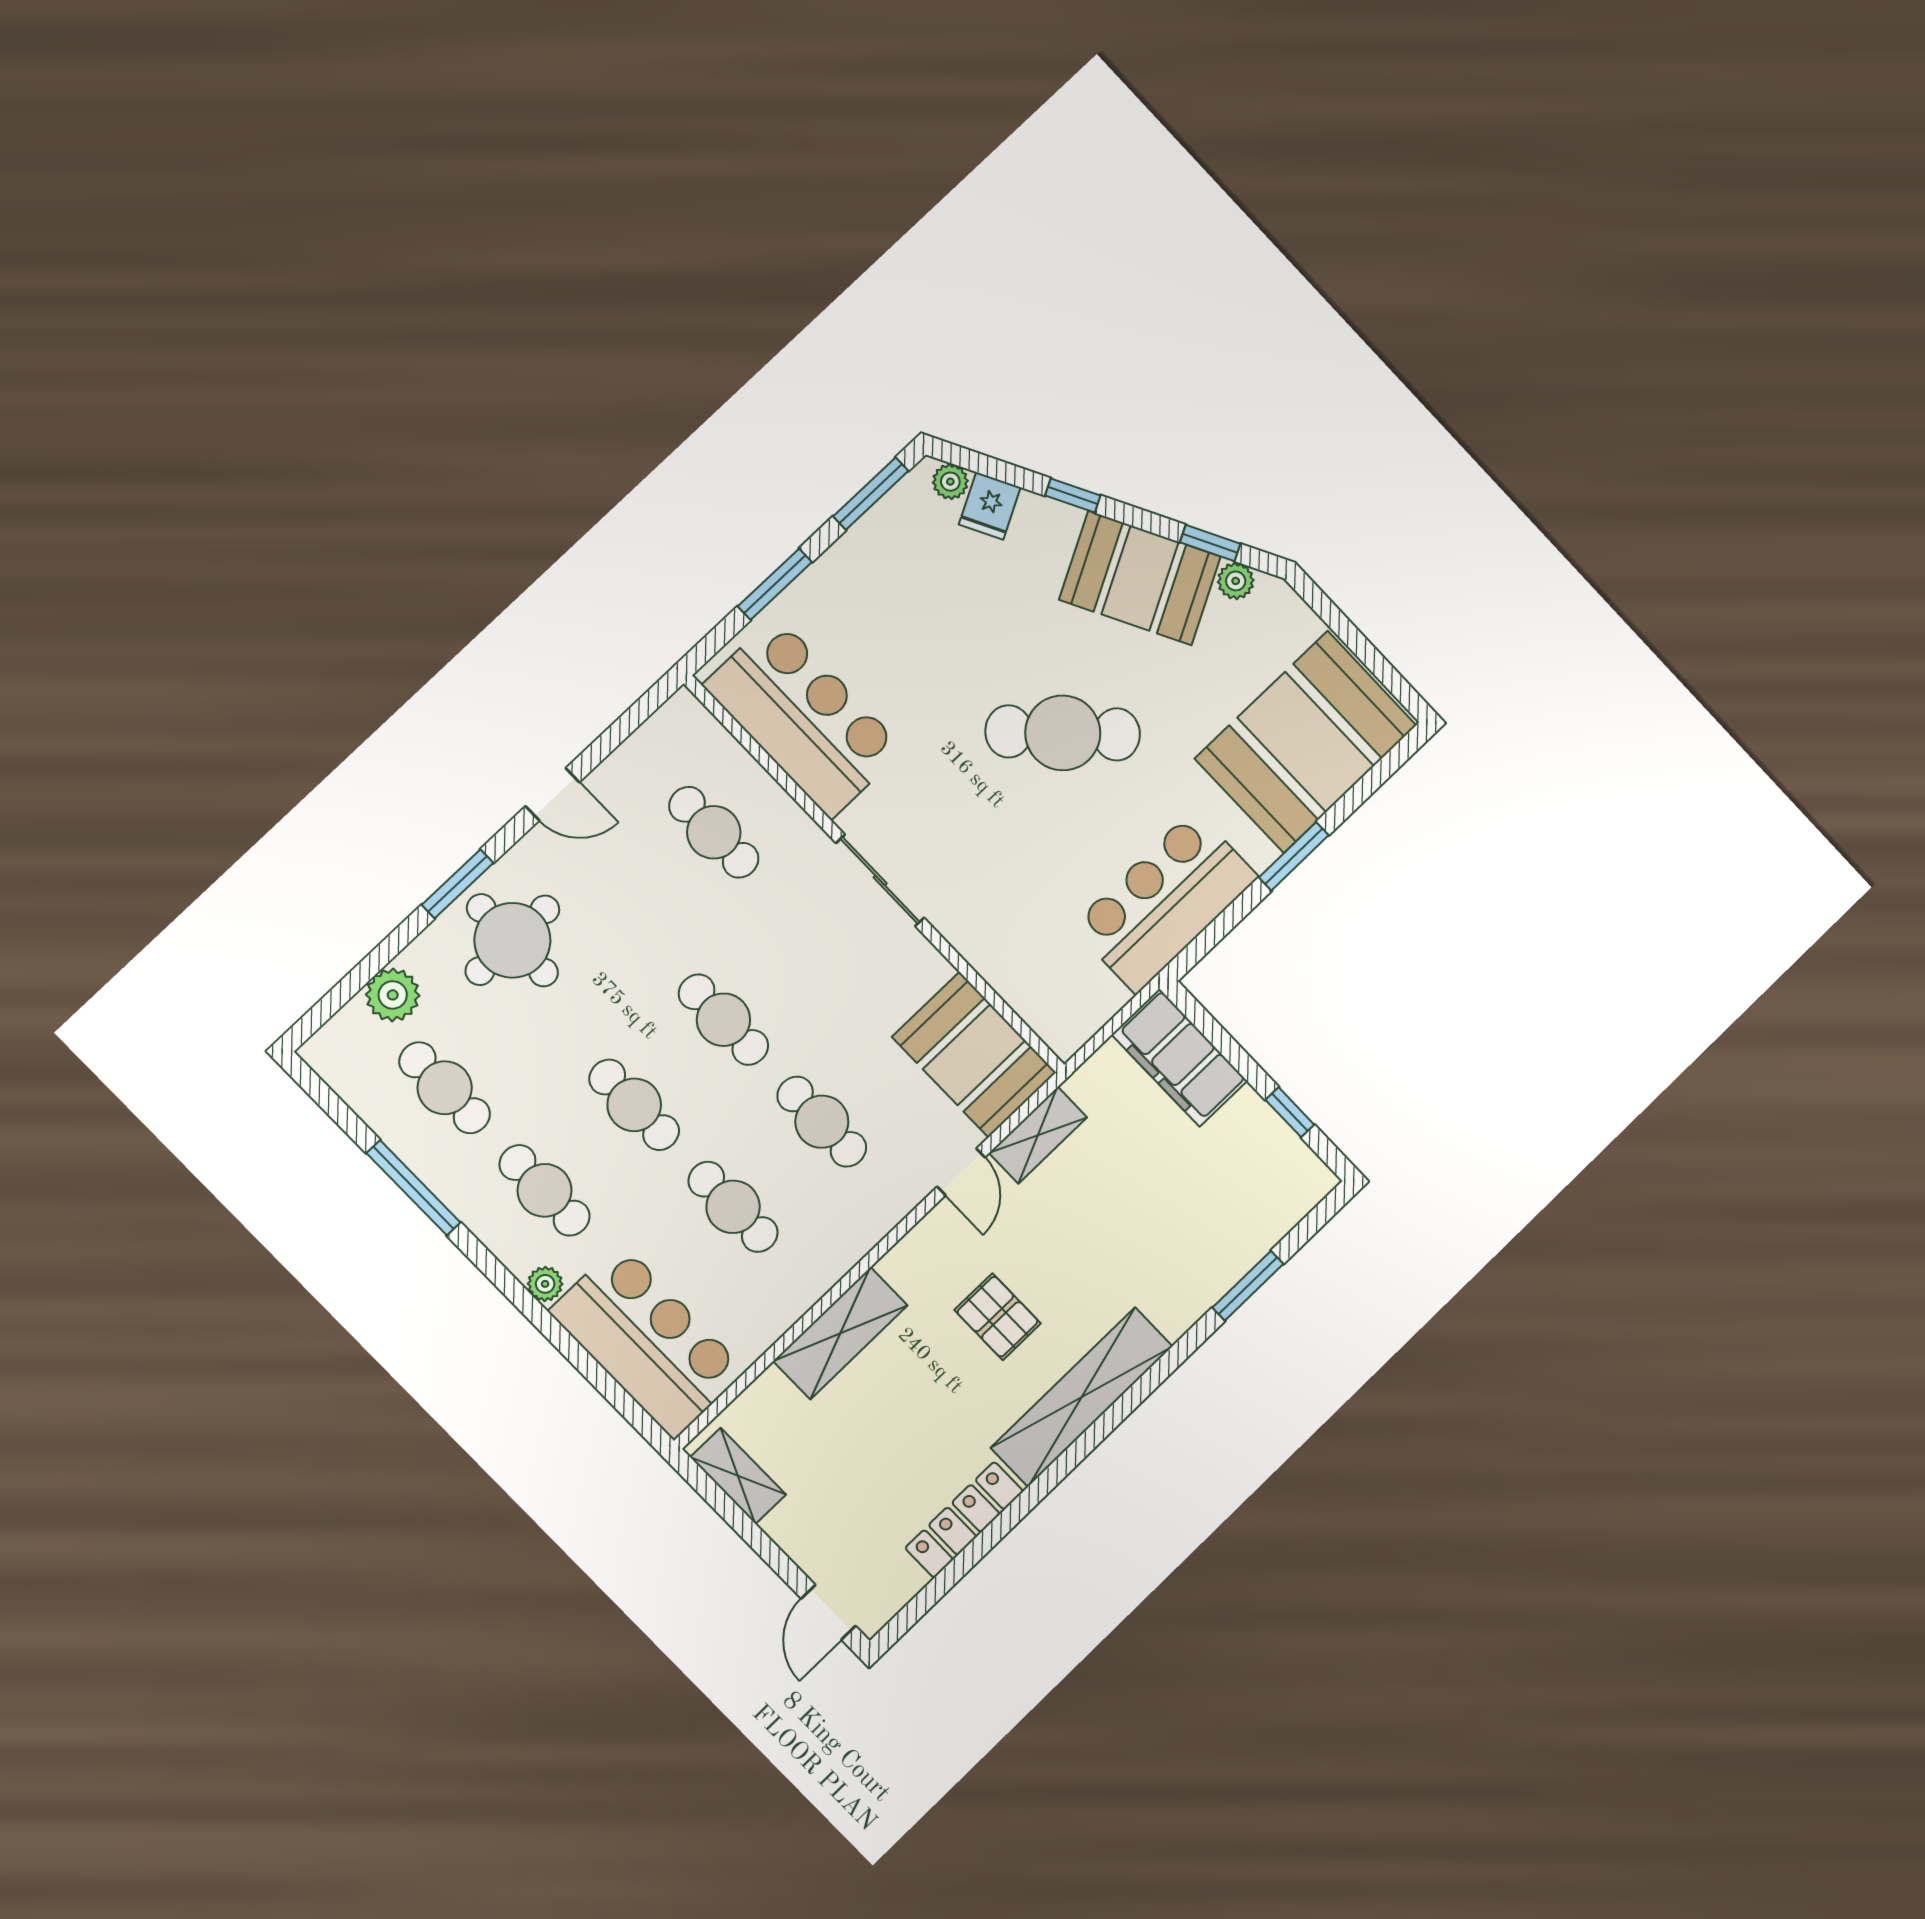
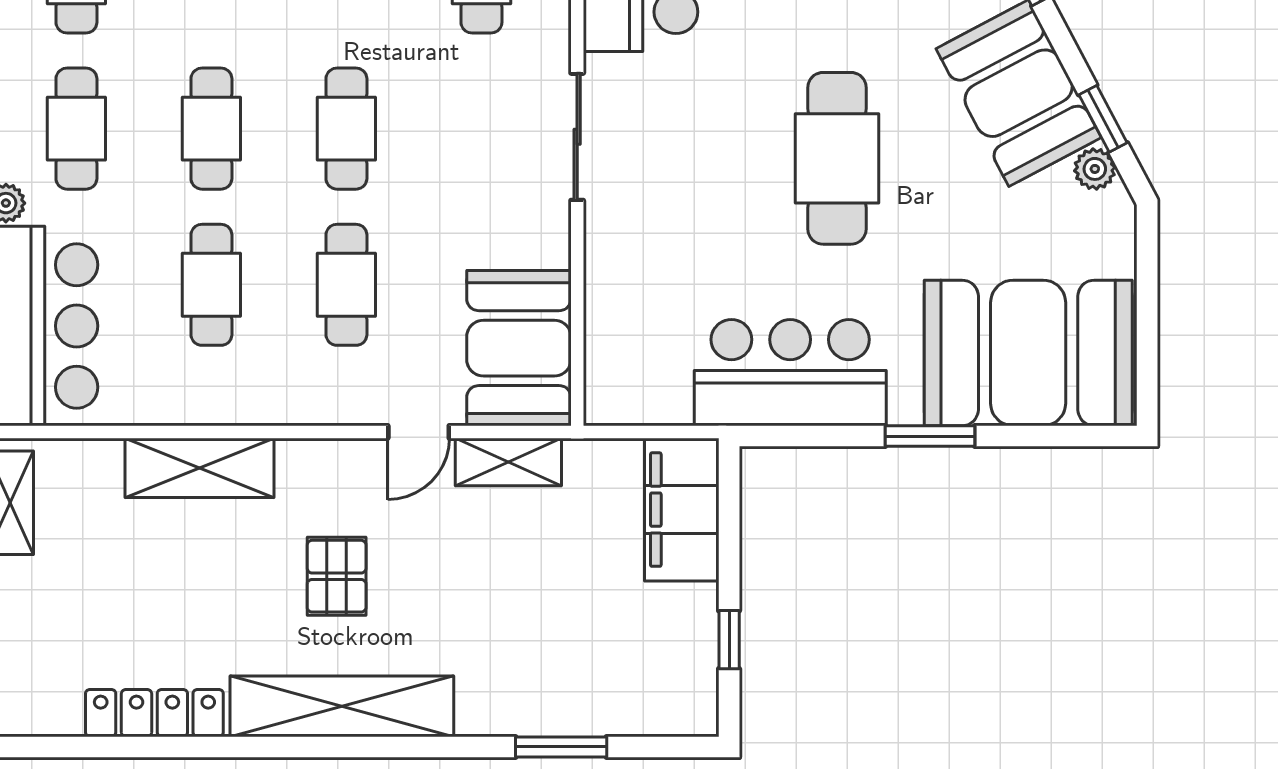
cafe table: (1063, 733) -> (837, 158), turned 45

